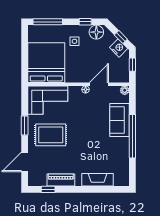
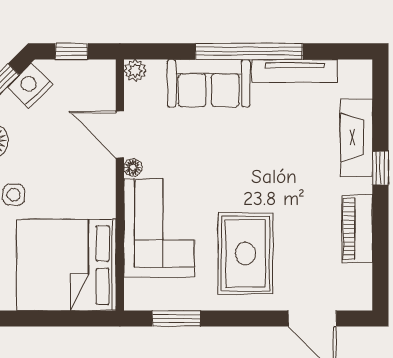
corner sofa: (48, 100) -> (159, 228), moved
window: (25, 125) -> (176, 319), moved
tv unit: (124, 155) -> (295, 71), added
window: (48, 189) -> (380, 168), moved

